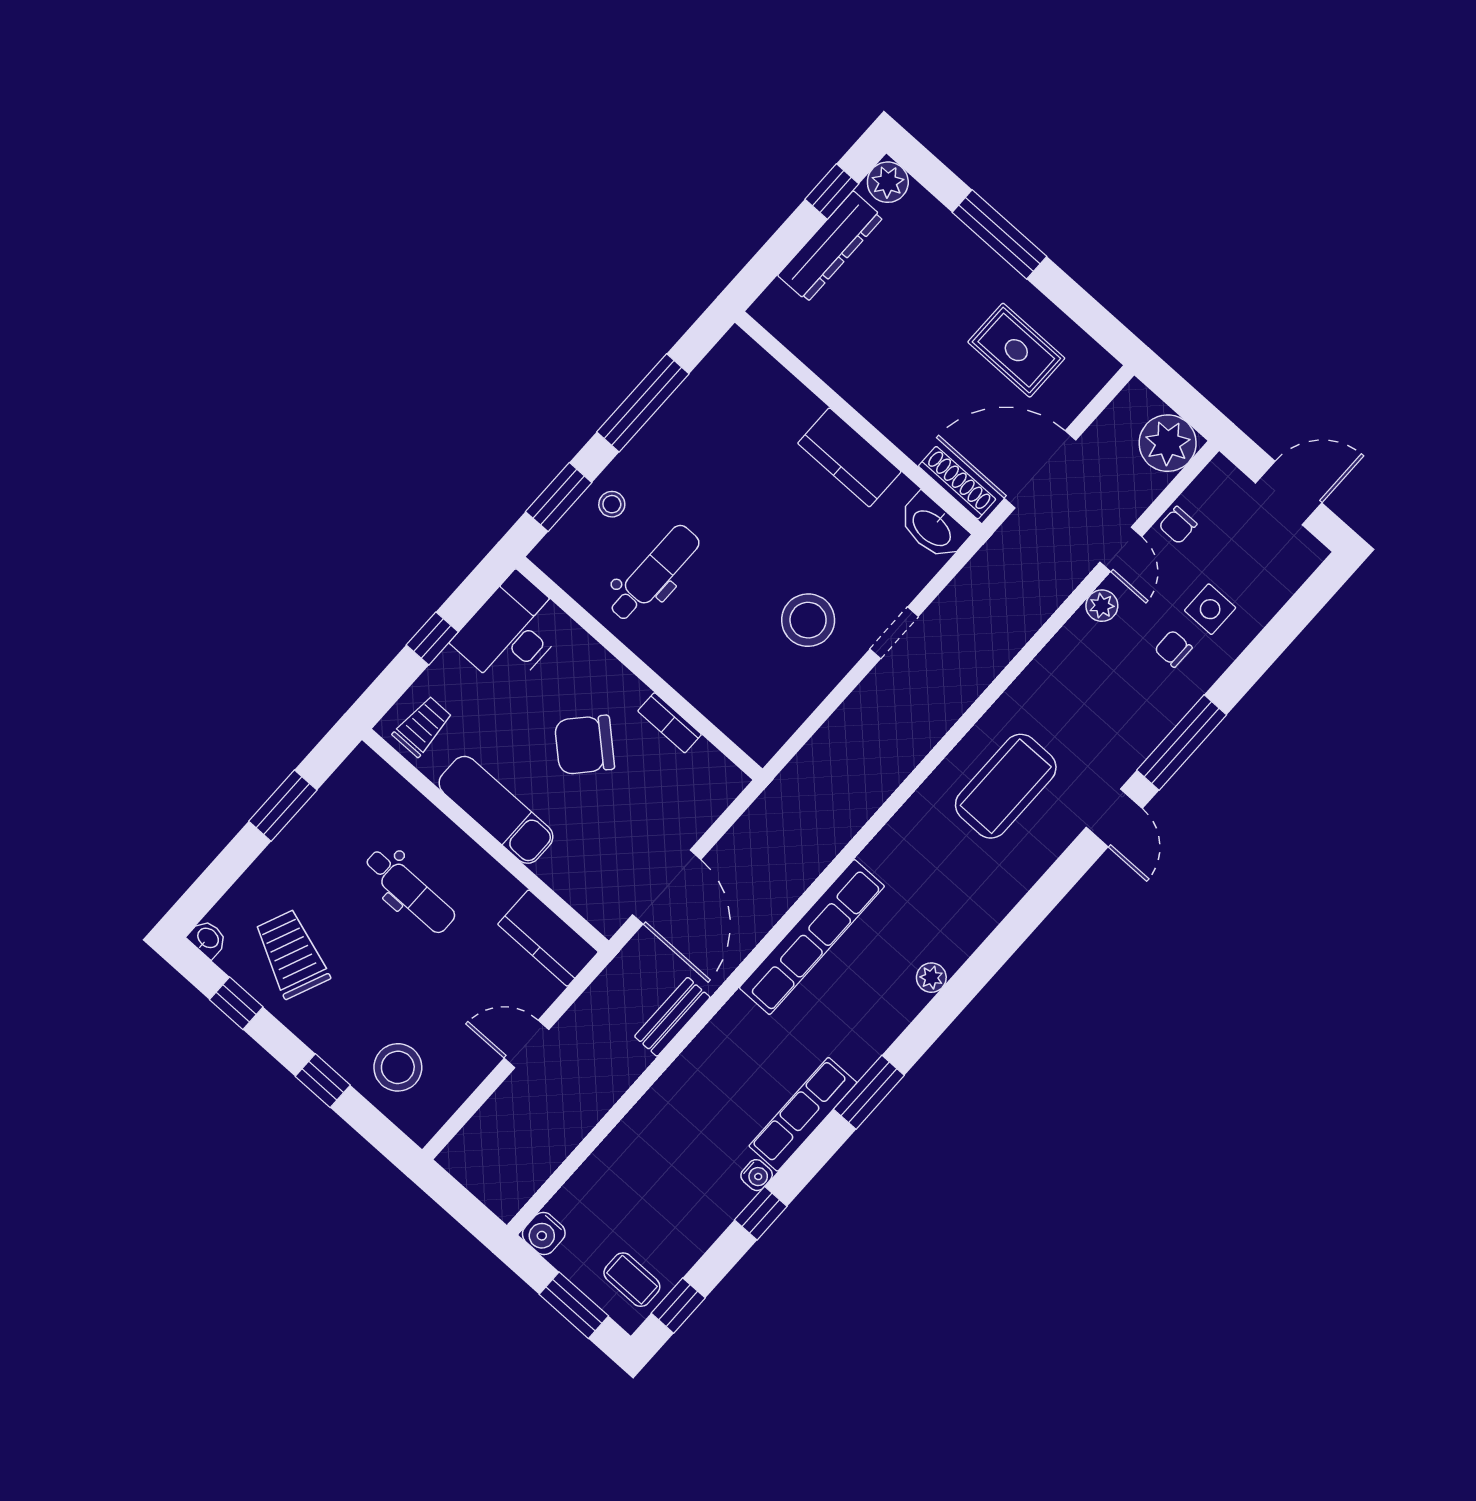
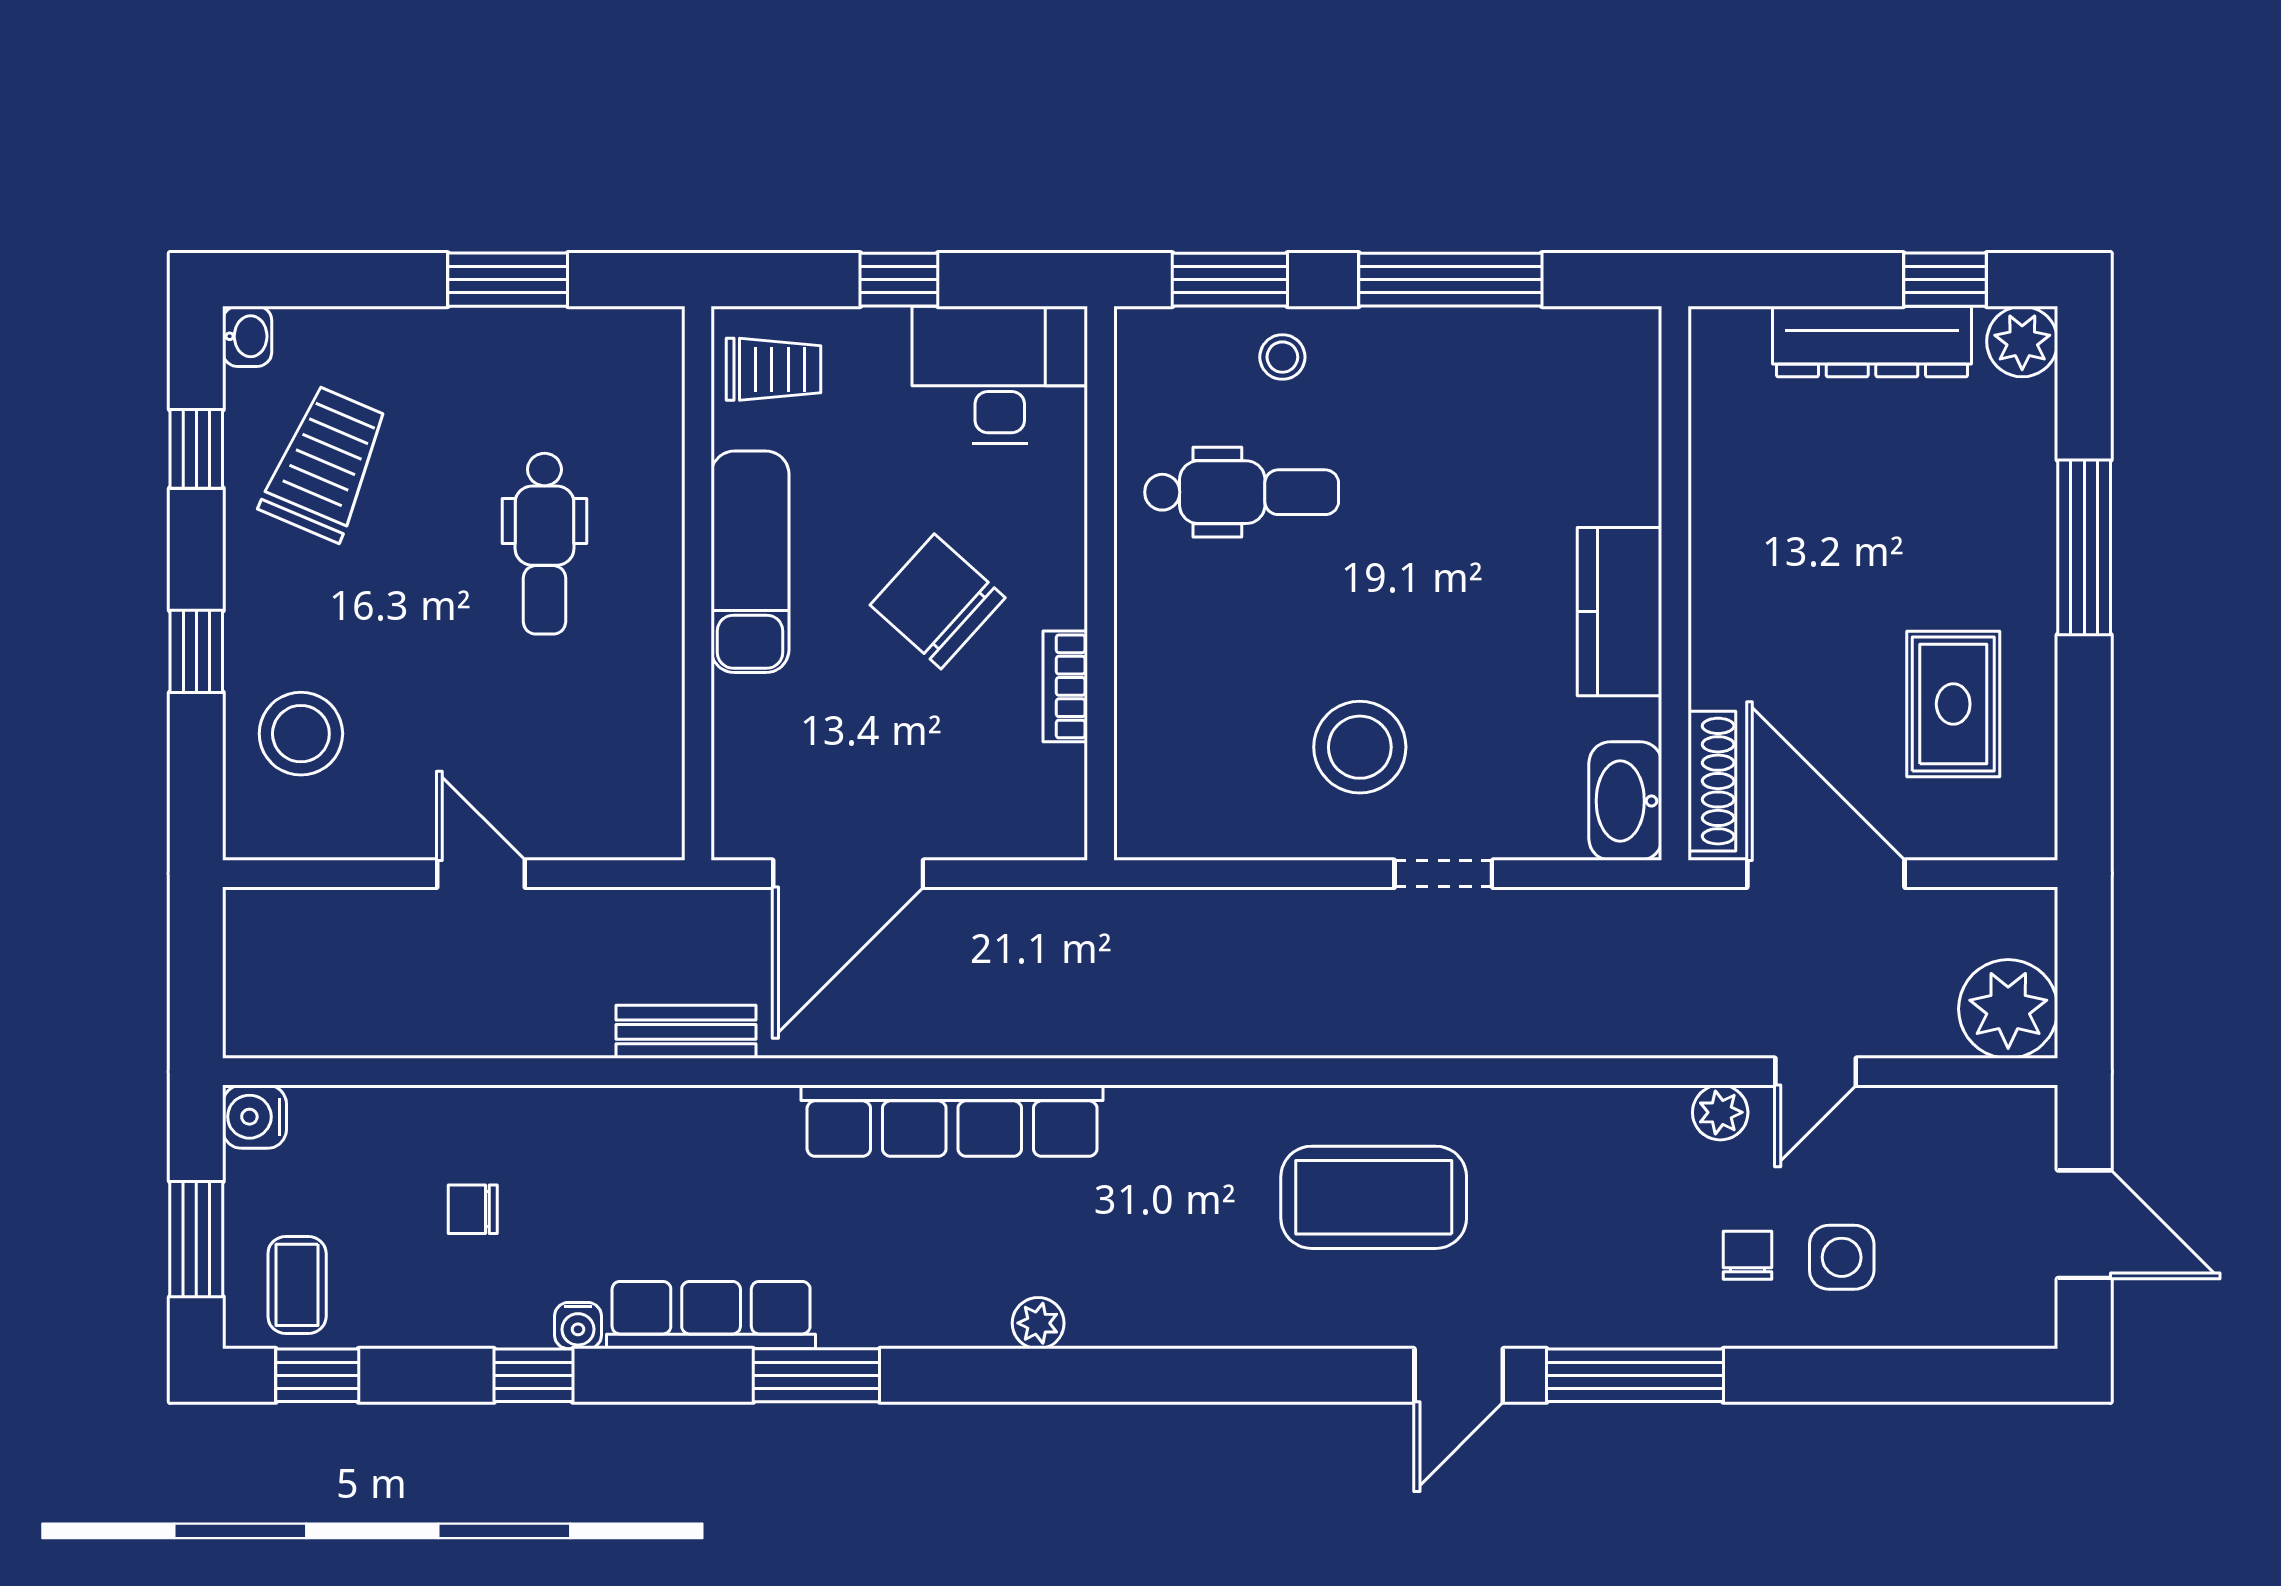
chair: (1178, 525) -> (473, 1209), moved
kitchen counter: (548, 938) -> (644, 779), removed

